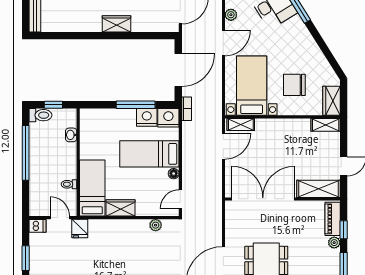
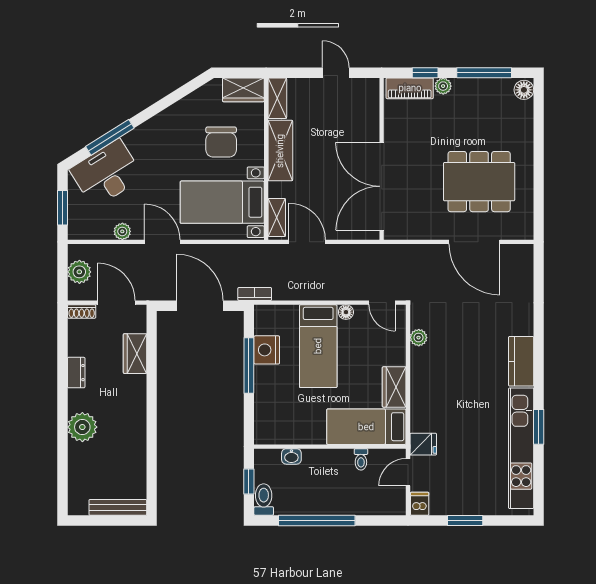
wardrobe: (117, 24) -> (135, 354), moved
nightstand: (168, 118) -> (267, 319), removed
shelving: (318, 189) -> (280, 151), moved

